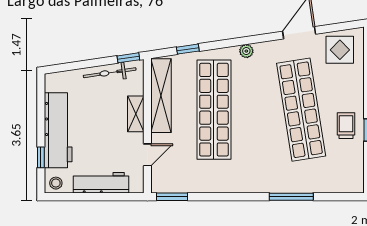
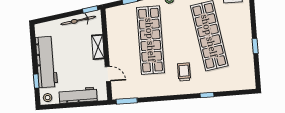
shelving: (161, 96) -> (114, 33), removed
trolley: (346, 126) -> (184, 72), moved
door: (147, 155) -> (108, 74), hinge flipped
window: (291, 197) -> (207, 95), width x0.46

